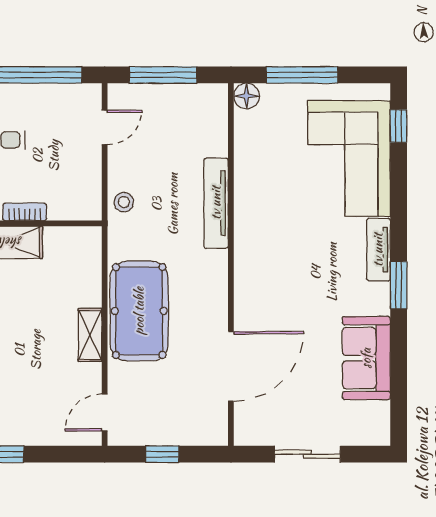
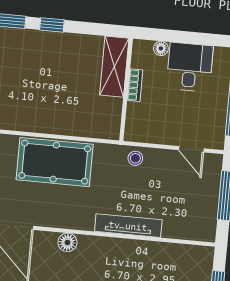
floor lamp: (246, 96) -> (67, 242), moved
shelving: (90, 335) -> (41, 124), removed

